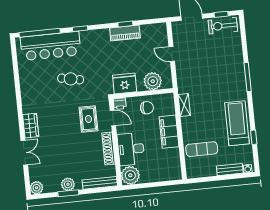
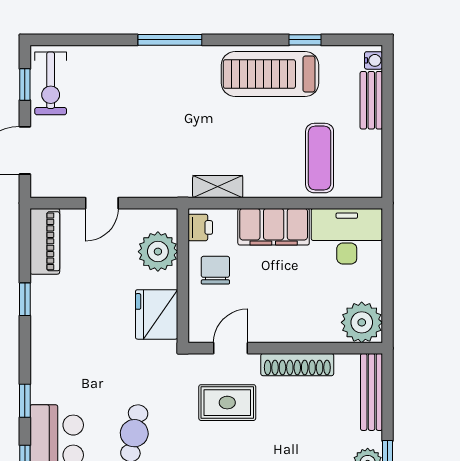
piano: (125, 33) -> (45, 241), moved
printer: (120, 104) -> (200, 227), moved
desk: (131, 149) -> (347, 236), moved, turned 180

